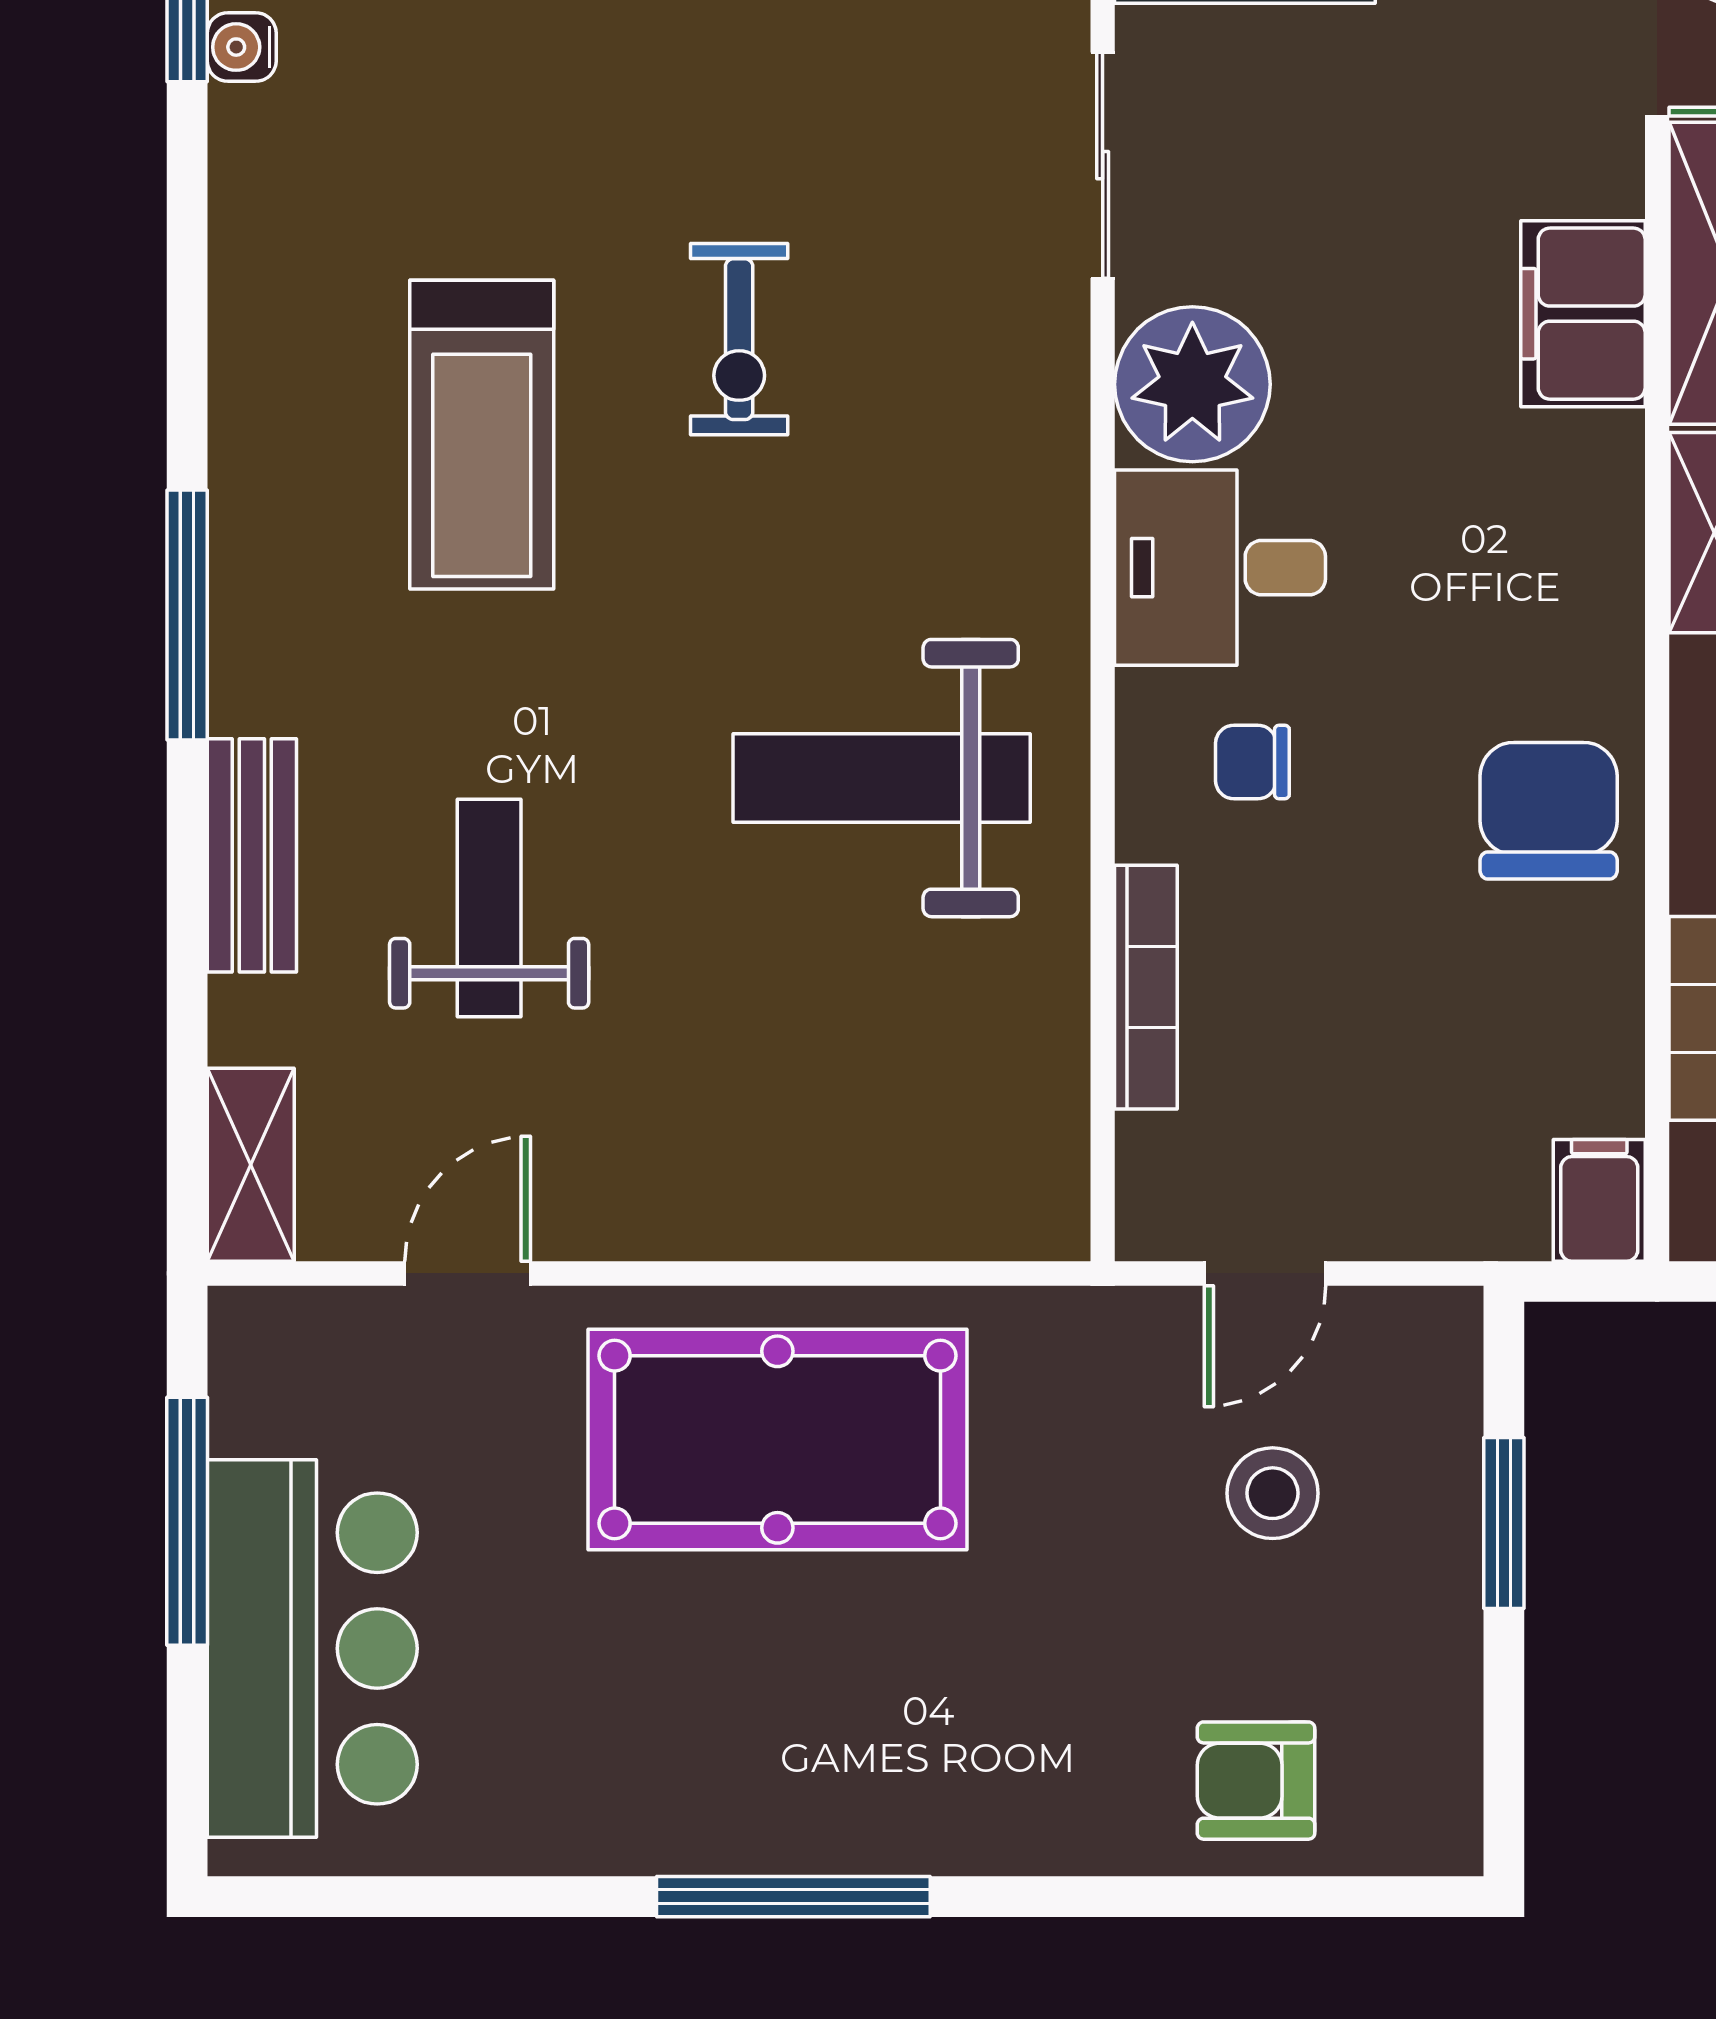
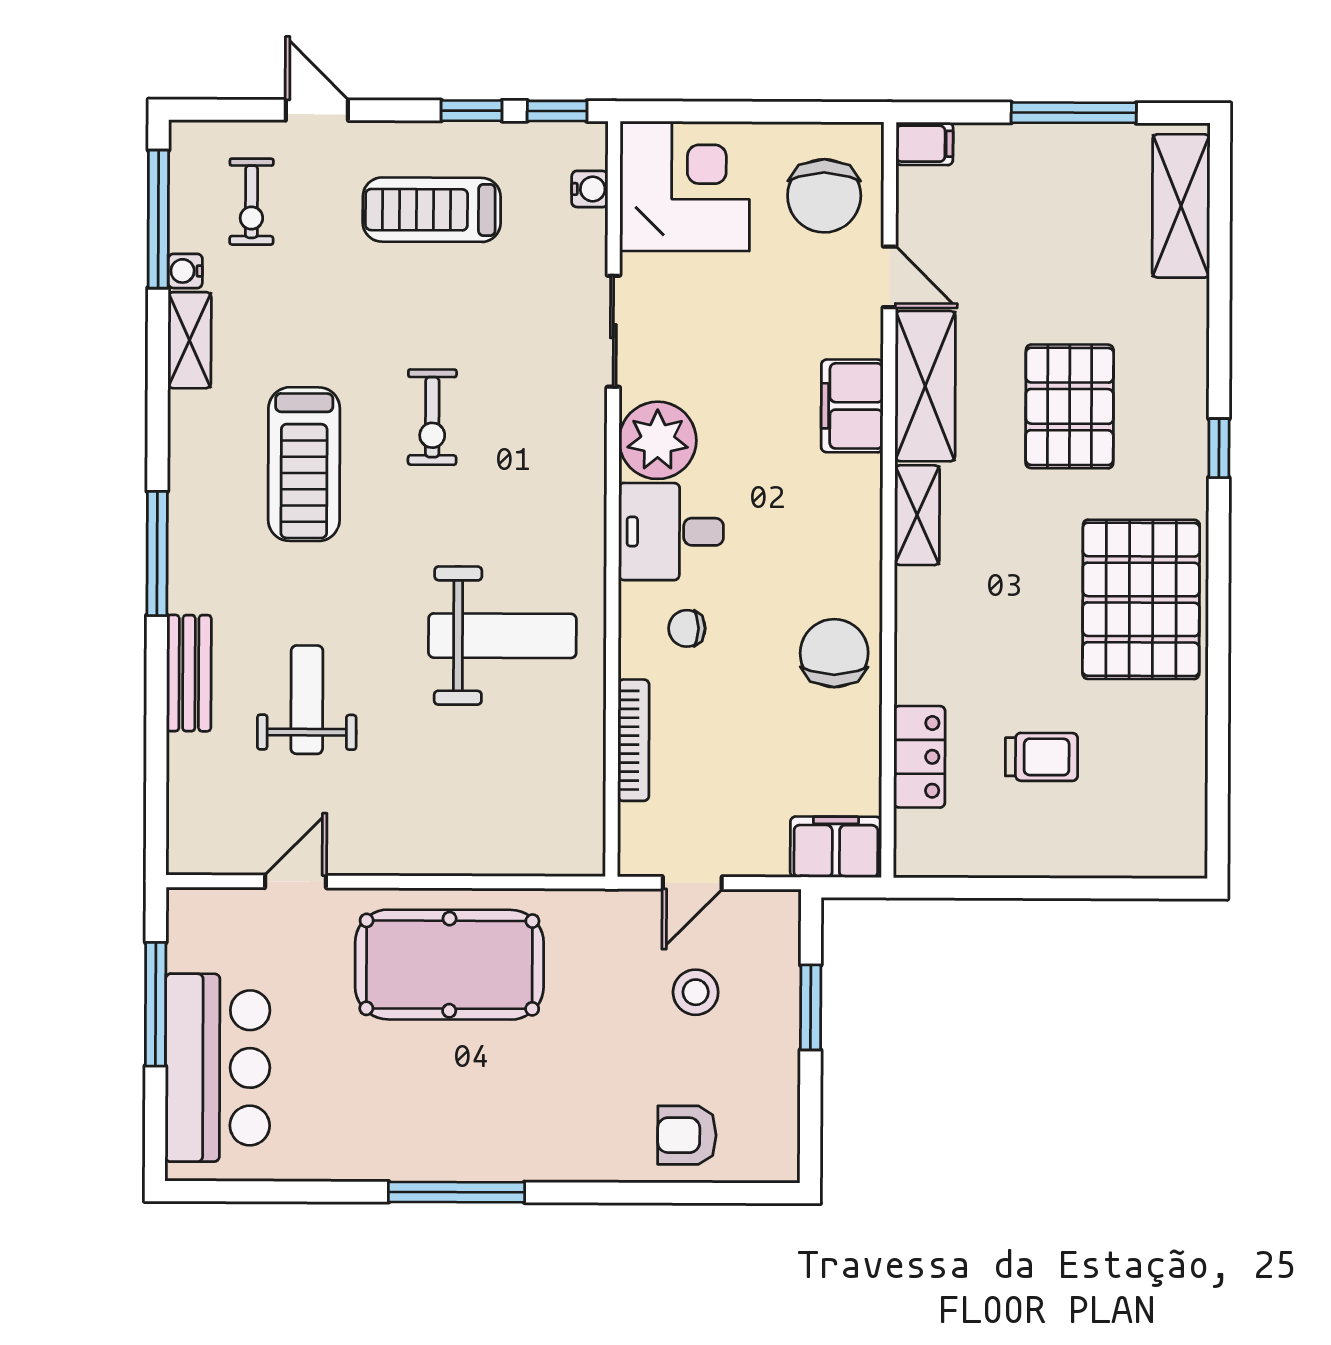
weight bench: (882, 778) -> (502, 636), turned 180
shelving: (251, 1165) -> (190, 340), moved
filing cabinet: (1599, 1200) -> (836, 847), width x2.00

